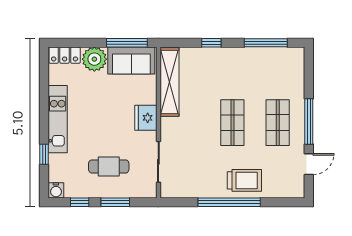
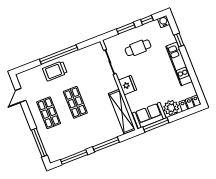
window: (211, 43) -> (106, 144), width x2.17
window: (309, 121) -> (39, 143), moved

